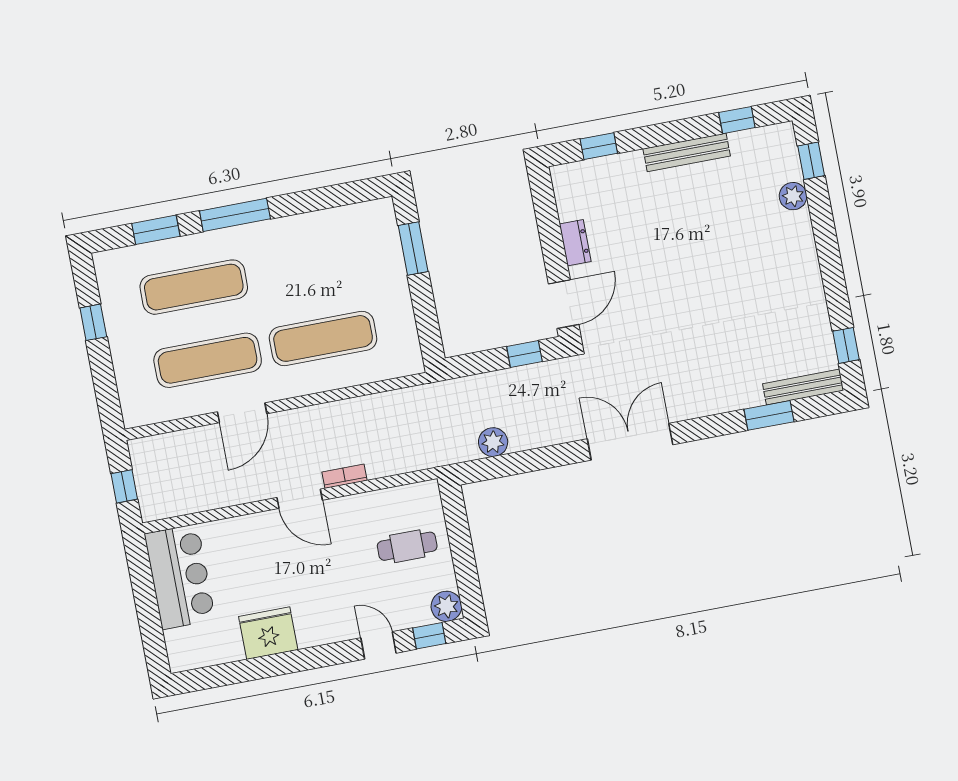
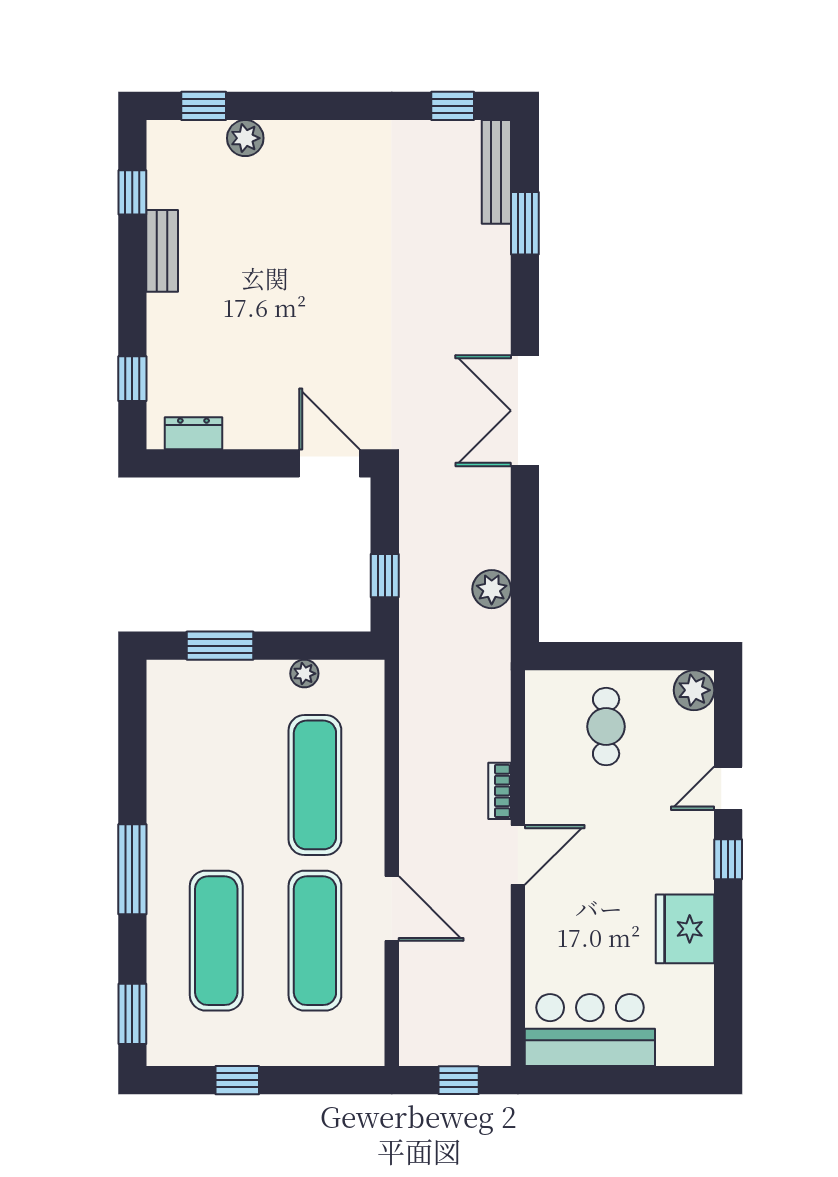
bench: (687, 152) -> (162, 251), width x0.73
window: (156, 230) -> (132, 1014), moved
dresser: (575, 243) -> (193, 433), moved
plant: (404, 315) -> (304, 674), added
window: (524, 354) -> (385, 576), moved
window: (429, 636) -> (728, 859), moved

